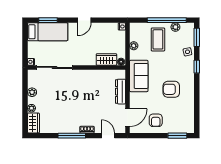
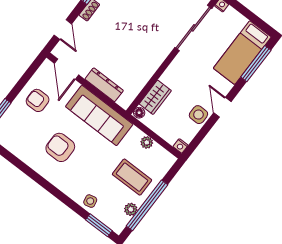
window: (48, 20) -> (256, 64), width x1.44
side table: (98, 30) -> (198, 115), added
window: (197, 67) -> (64, 199), removed
sofa: (139, 76) -> (99, 115), width x1.36
armchair: (171, 89) -> (60, 147), turned -90
door: (108, 136) -> (63, 29), hinge flipped

